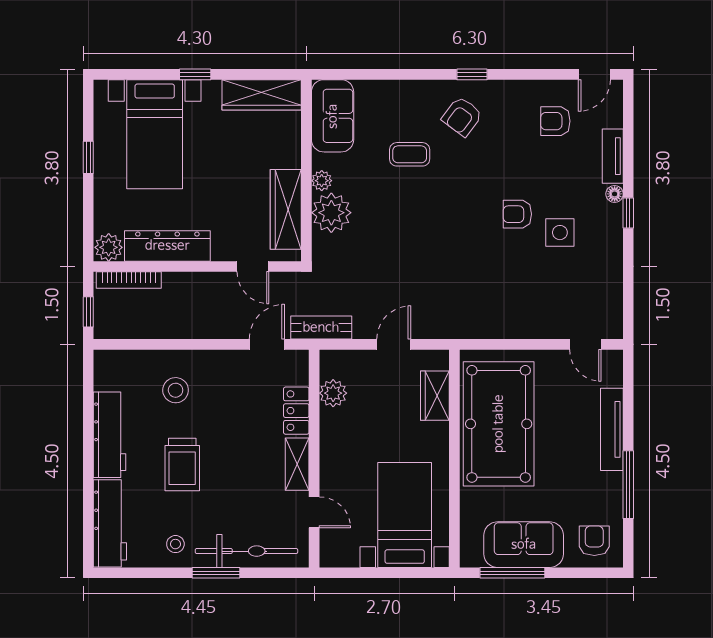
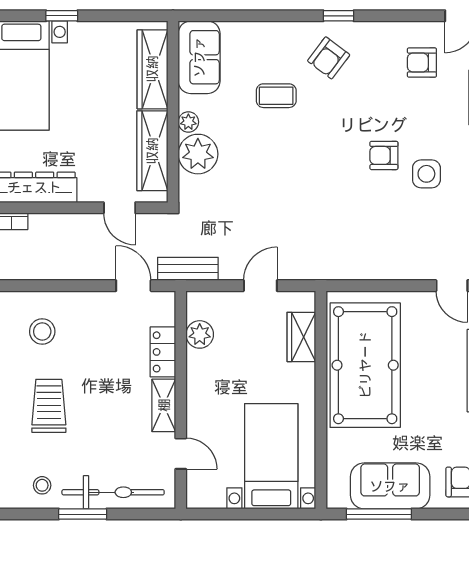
wardrobe: (262, 95) -> (152, 69), moved, turned 90
door: (267, 344) -> (133, 286), hinge flipped
trolley: (182, 465) -> (49, 406), turned 180

